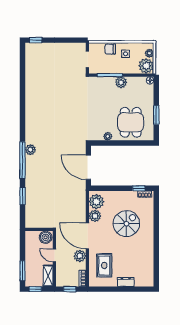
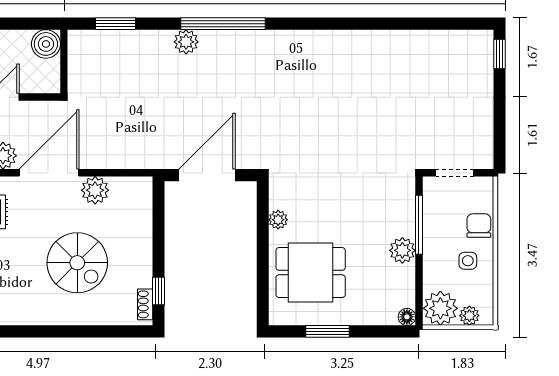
plant: (30, 150) -> (186, 42), moved
window: (22, 196) -> (116, 24), moved
plant: (96, 202) -> (128, 194), removed
boiler: (46, 237) -> (46, 44), moved

